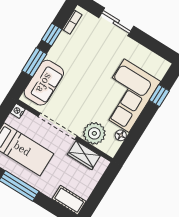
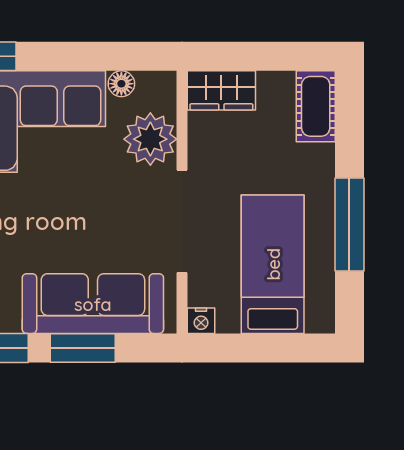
sofa: (44, 83) -> (93, 304), width x1.36
wardrobe: (84, 155) -> (221, 90), moved, turned 90

